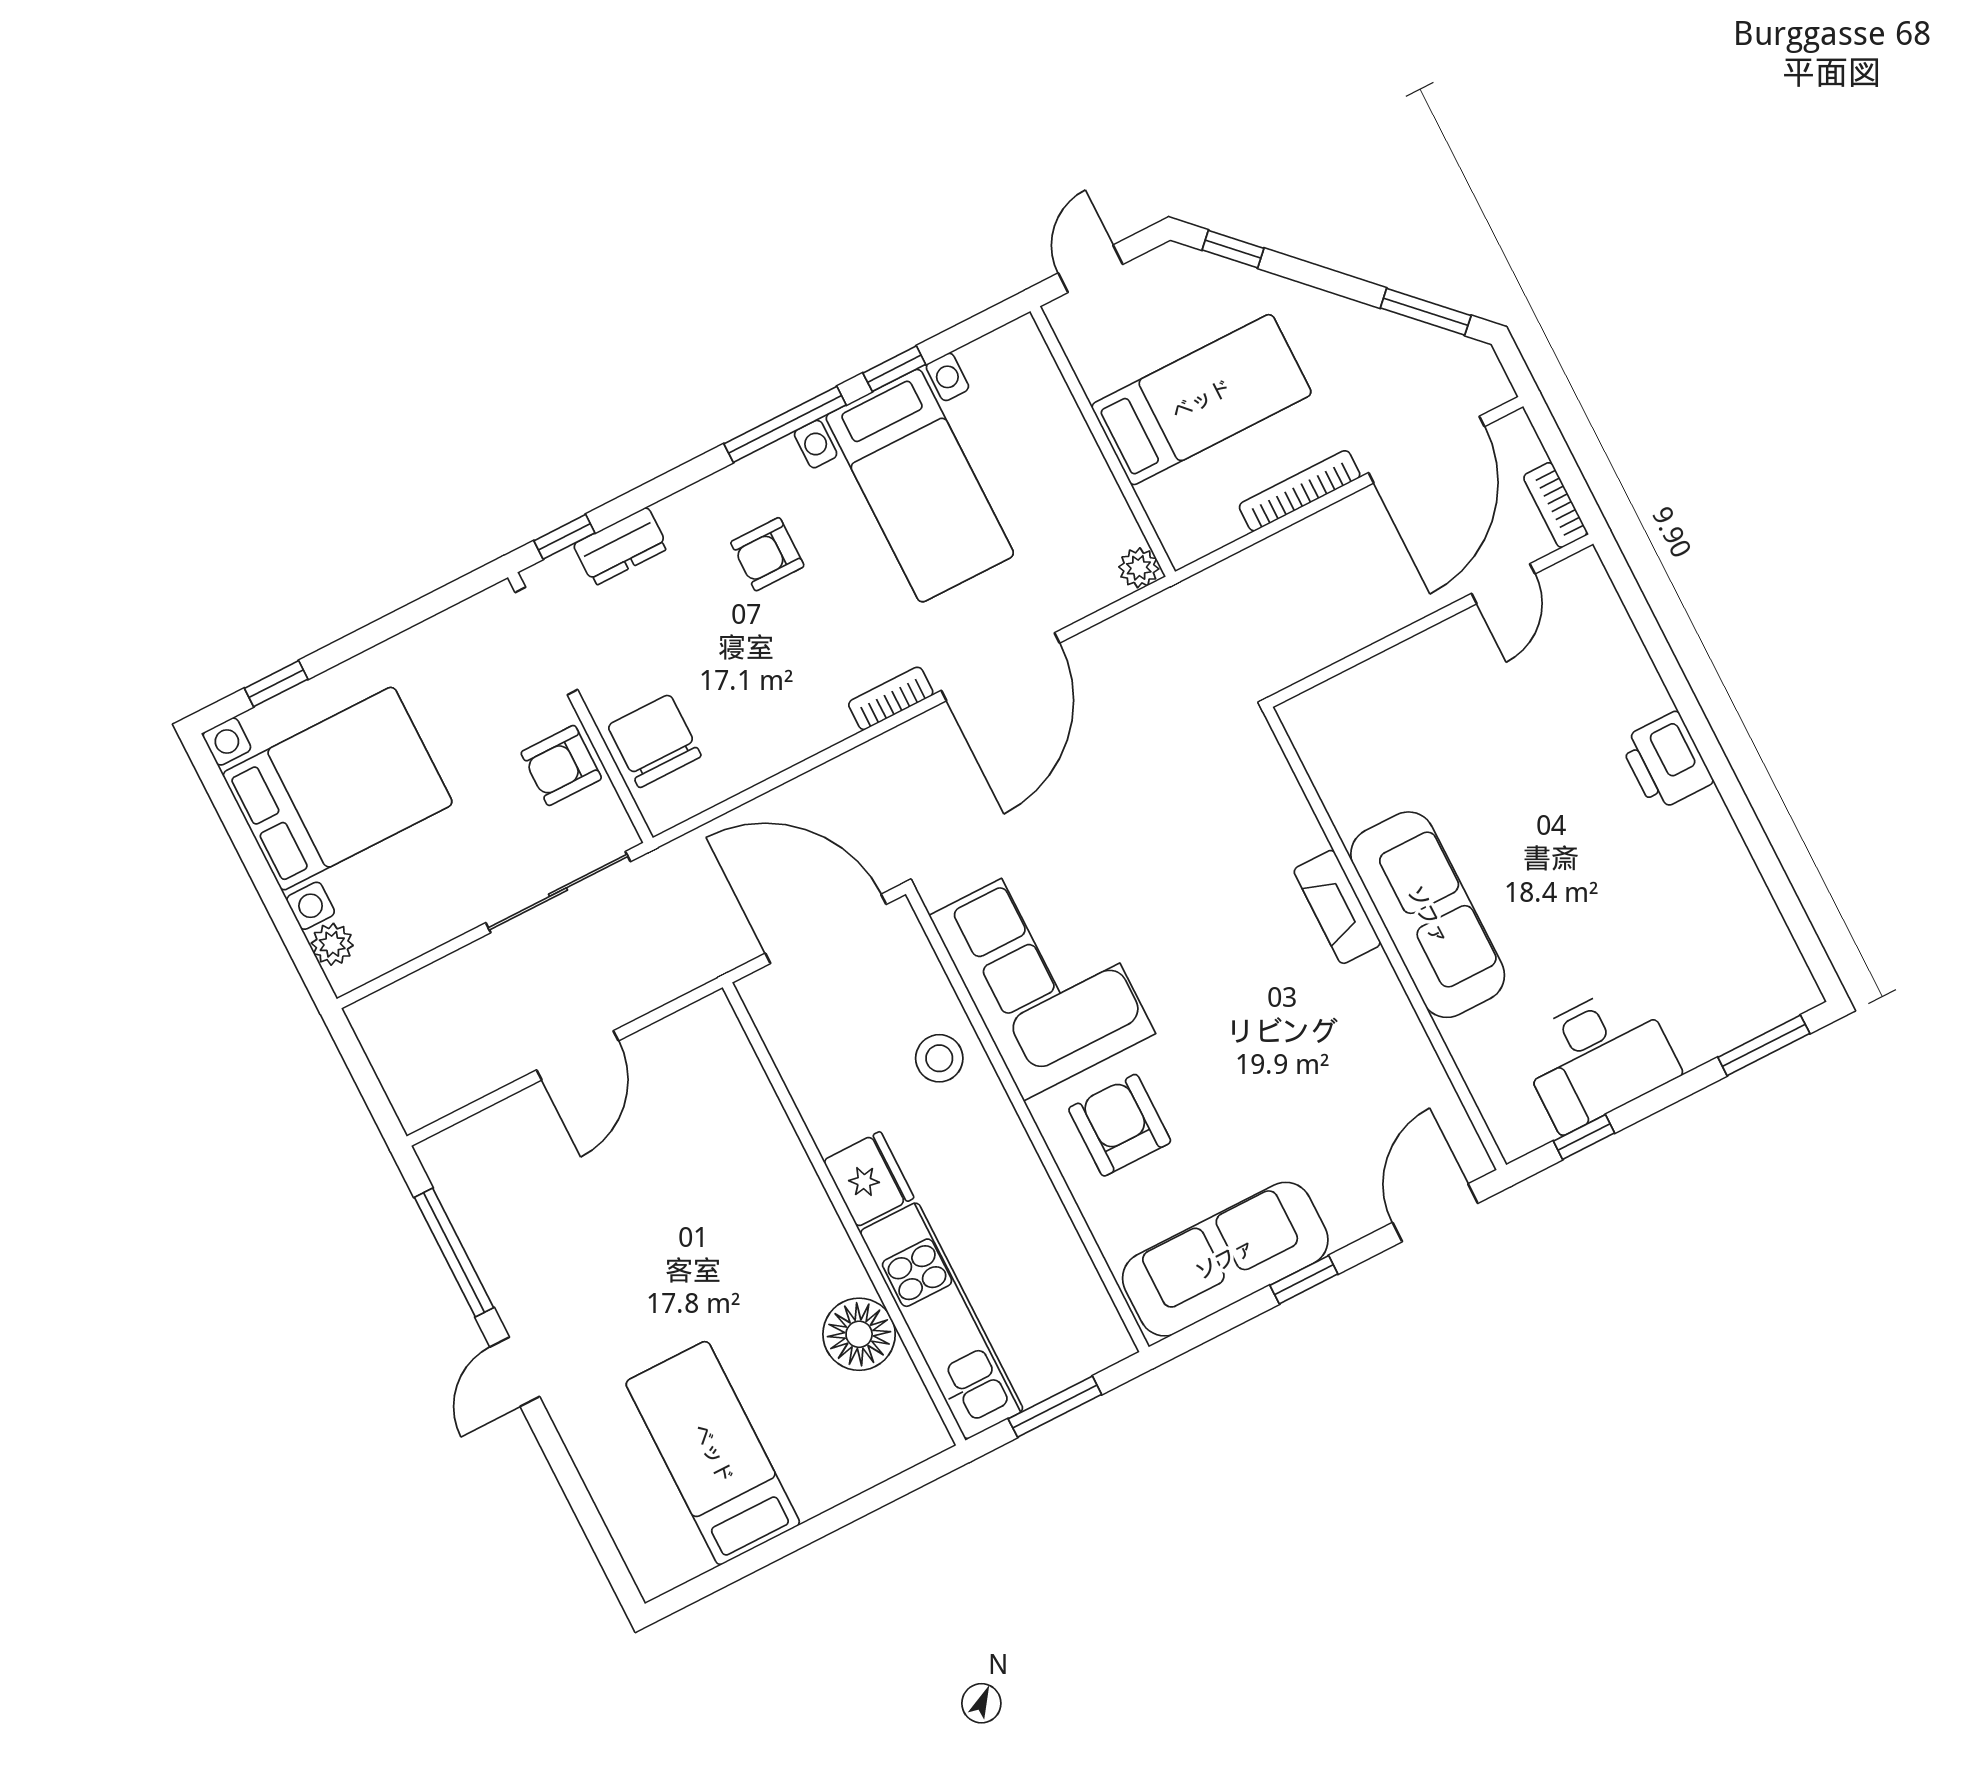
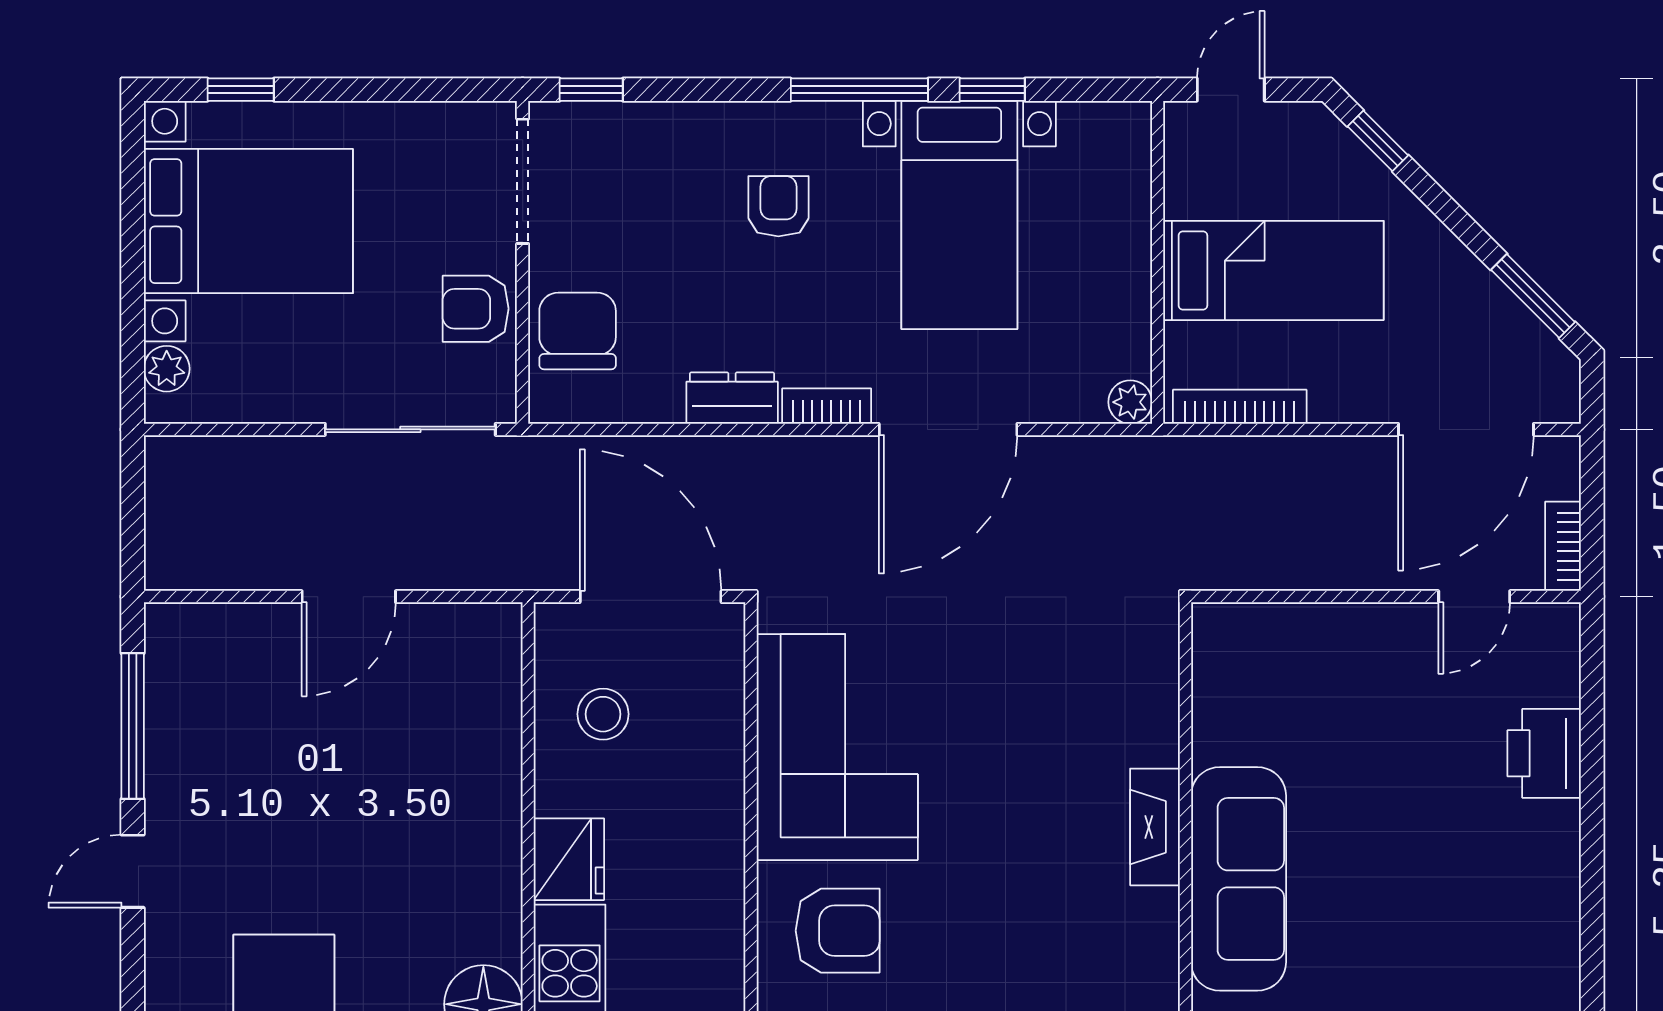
bookcase: (1300, 491) -> (1240, 407), moved
dresser: (621, 546) -> (732, 398), moved, turned 180
armchair: (767, 554) -> (778, 206), turned 90
printer: (1666, 761) -> (1544, 753), moved
stool: (939, 1058) -> (603, 714), moved
armchair: (1120, 1125) -> (838, 931), turned 90

